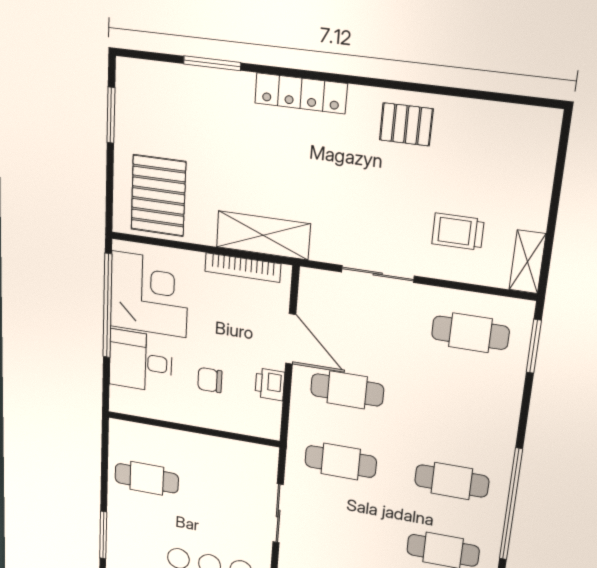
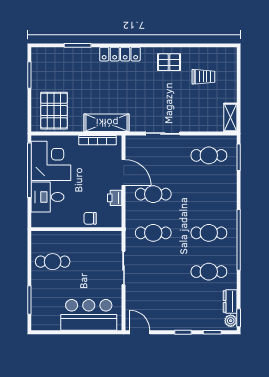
trolley: (458, 232) -> (203, 77), moved, turned 180
chair: (210, 380) -> (90, 218), moved

